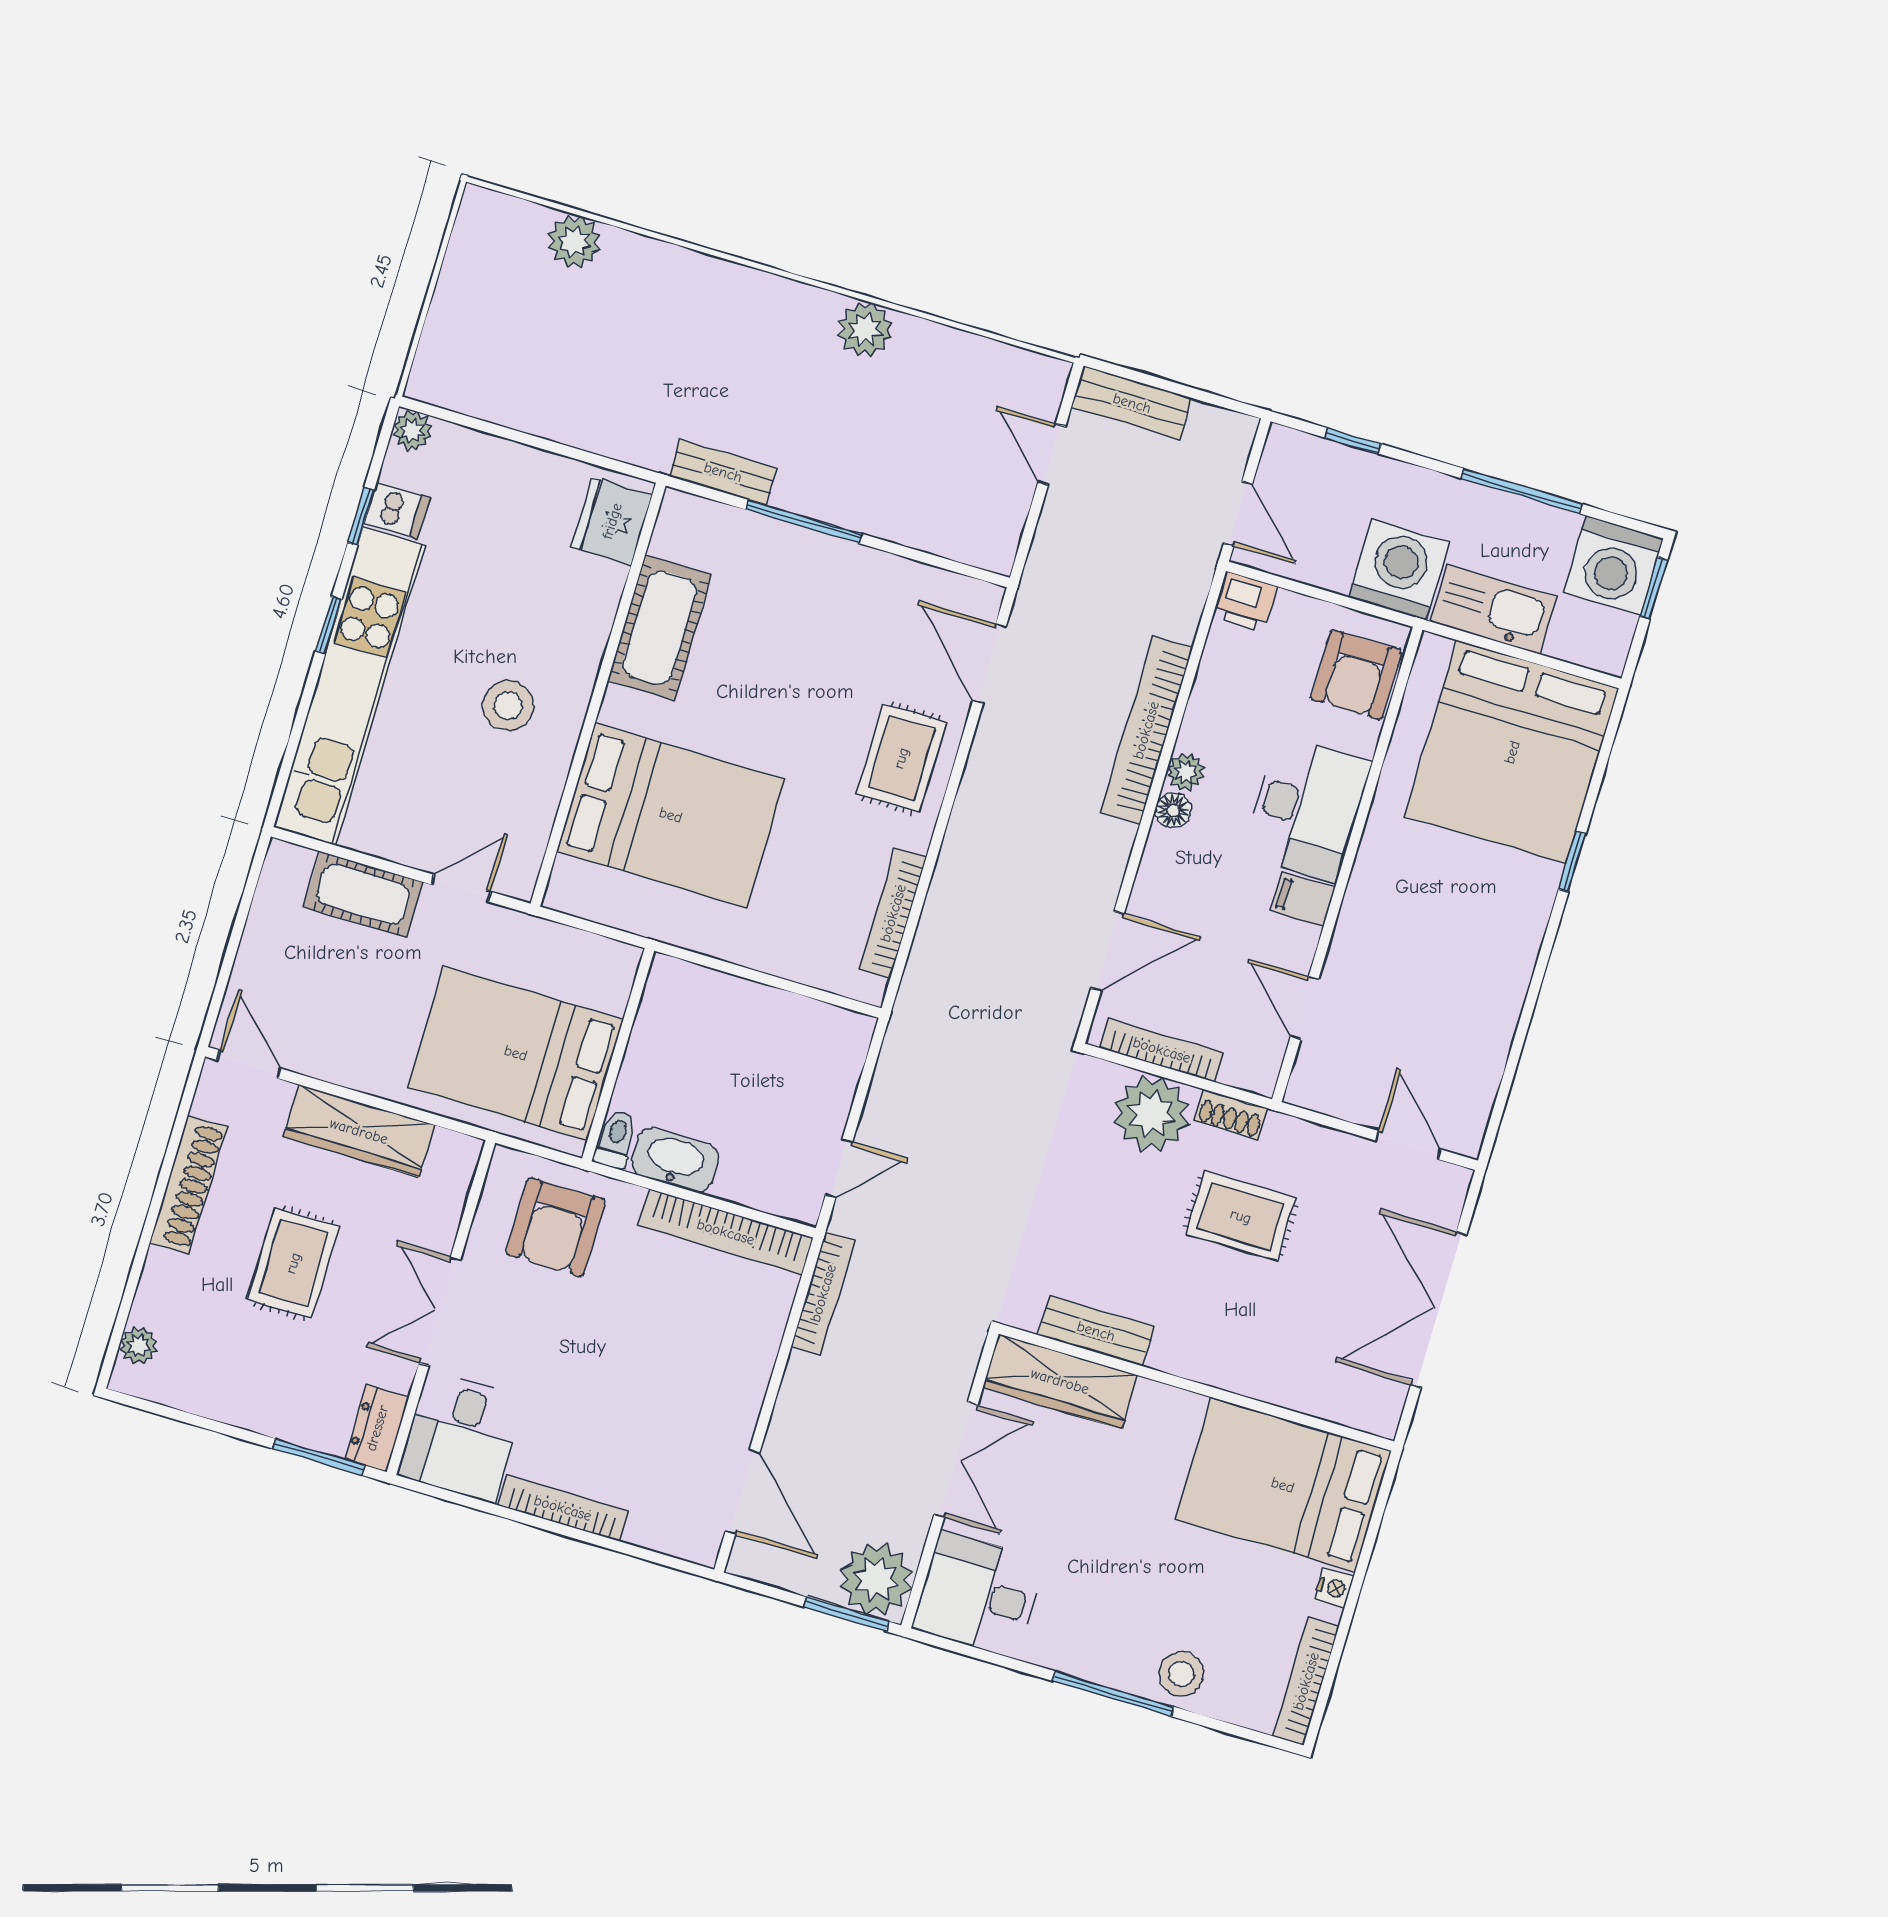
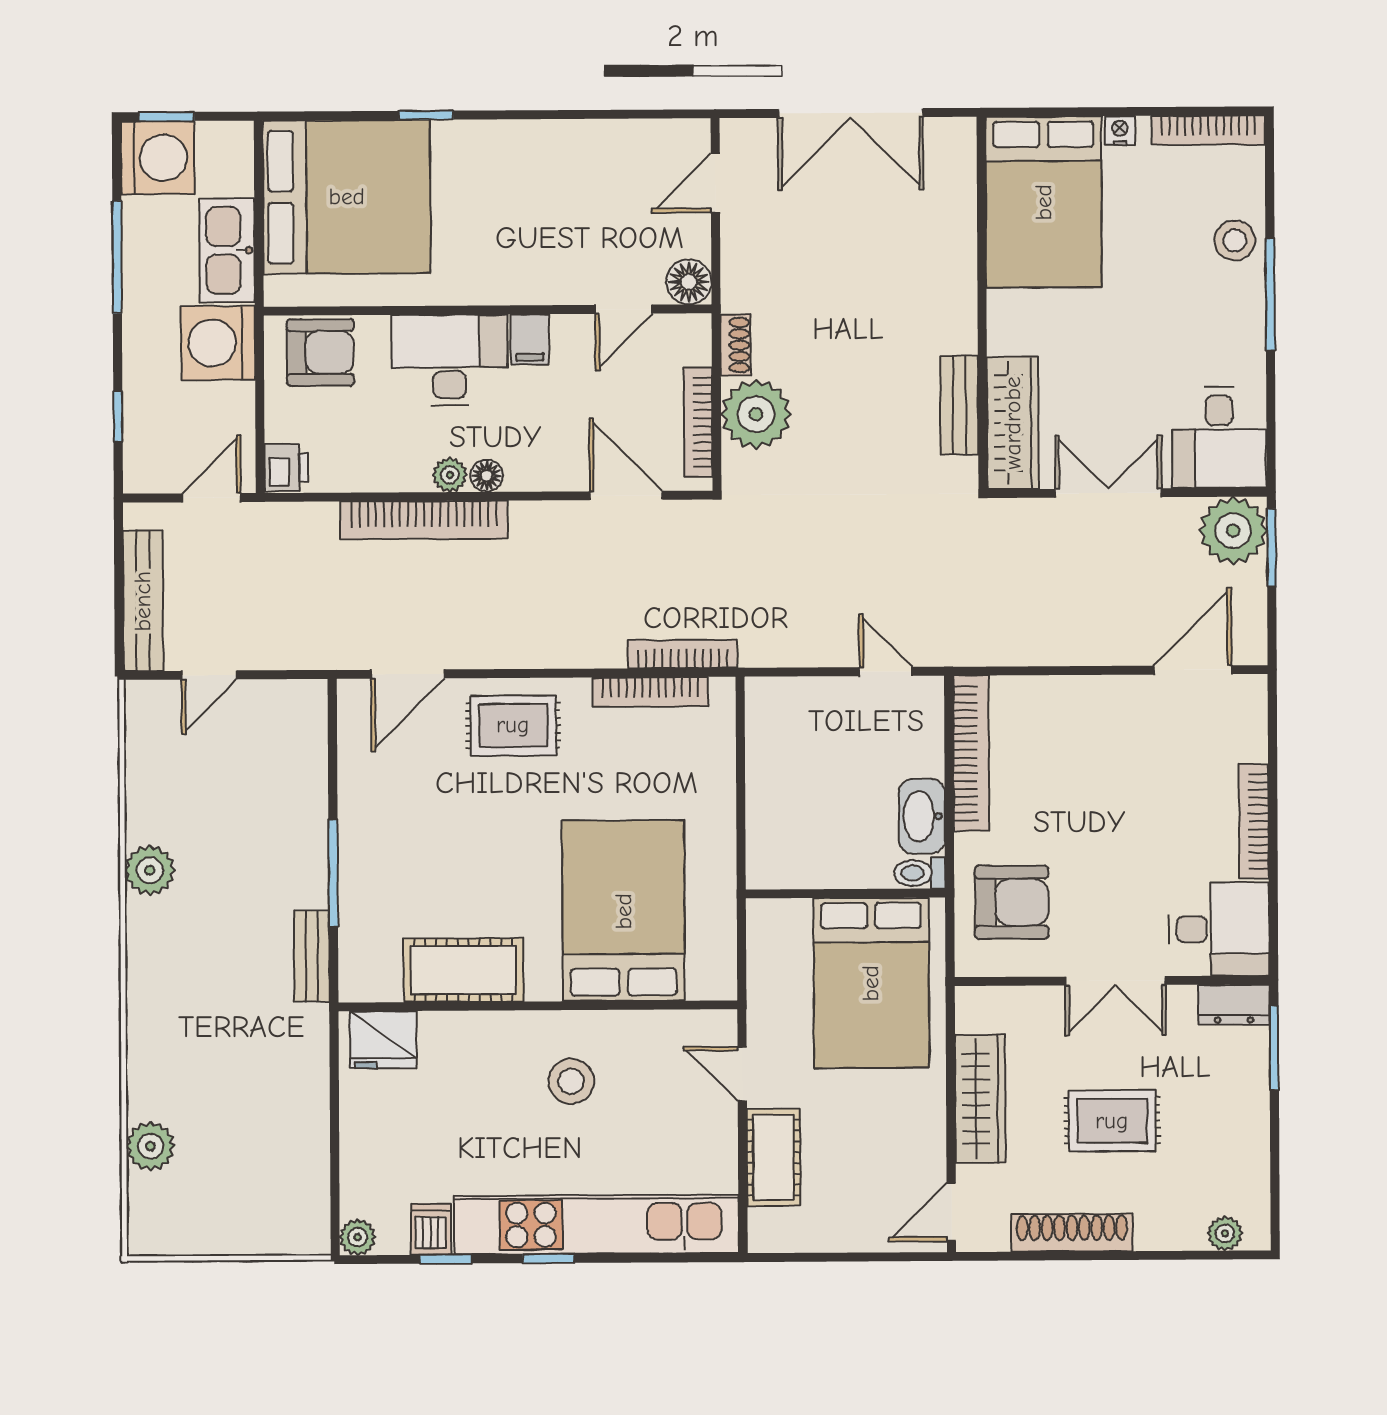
bench: (1132, 403) -> (143, 601), width x1.36
floor lamp: (1312, 1085) -> (689, 282), added
rug: (1241, 1216) -> (822, 310), removed
bookcase: (823, 1293) -> (683, 654), moved

